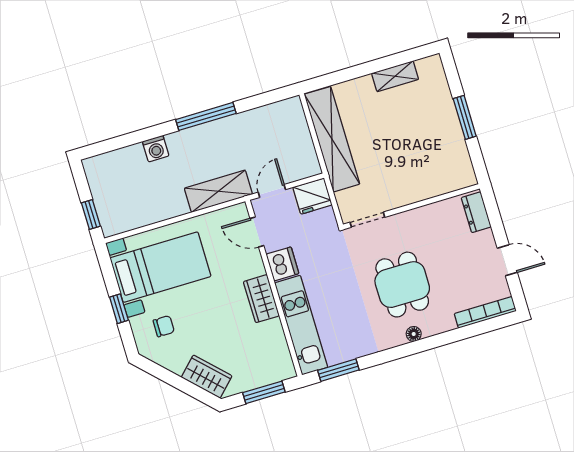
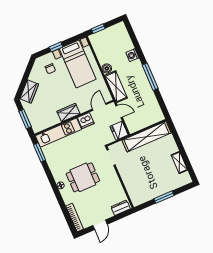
boiler: (177, 206) -> (107, 68), added

